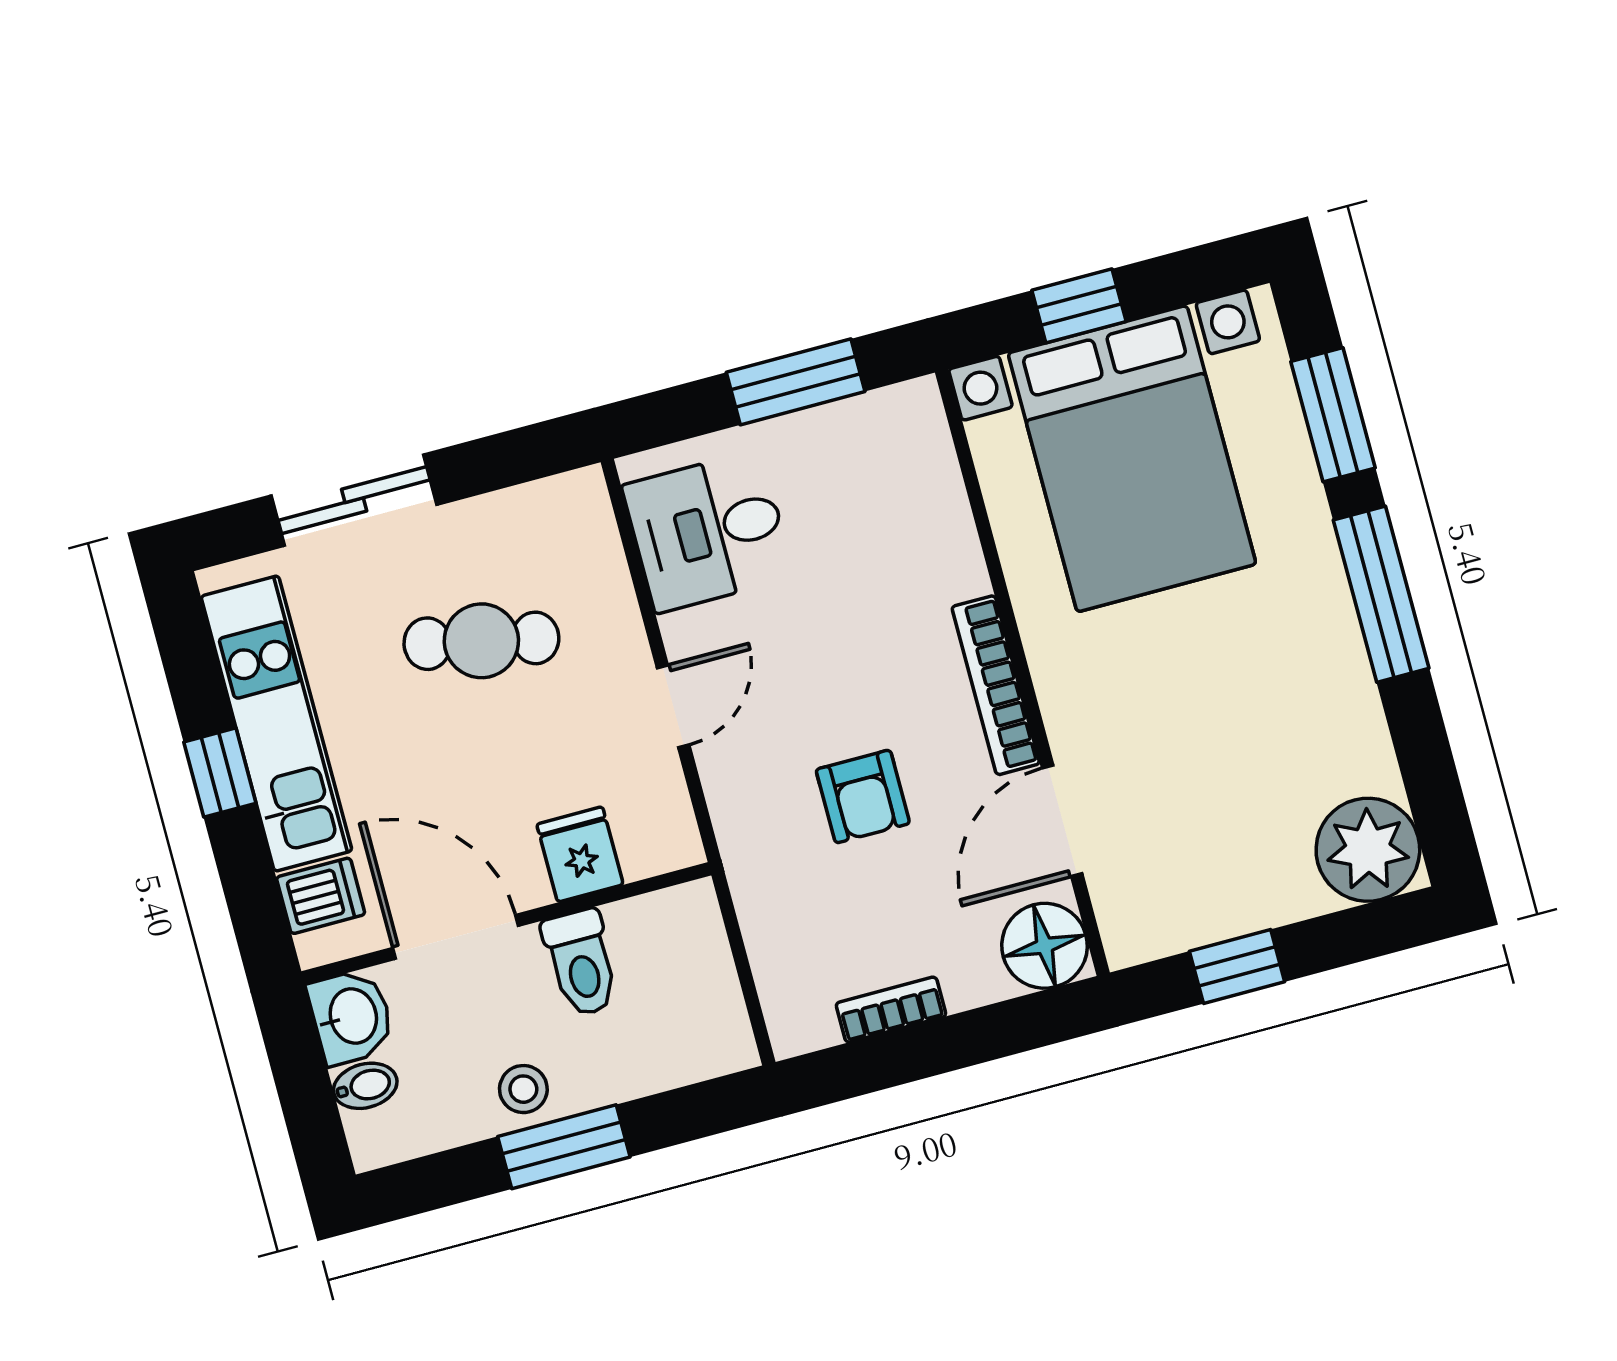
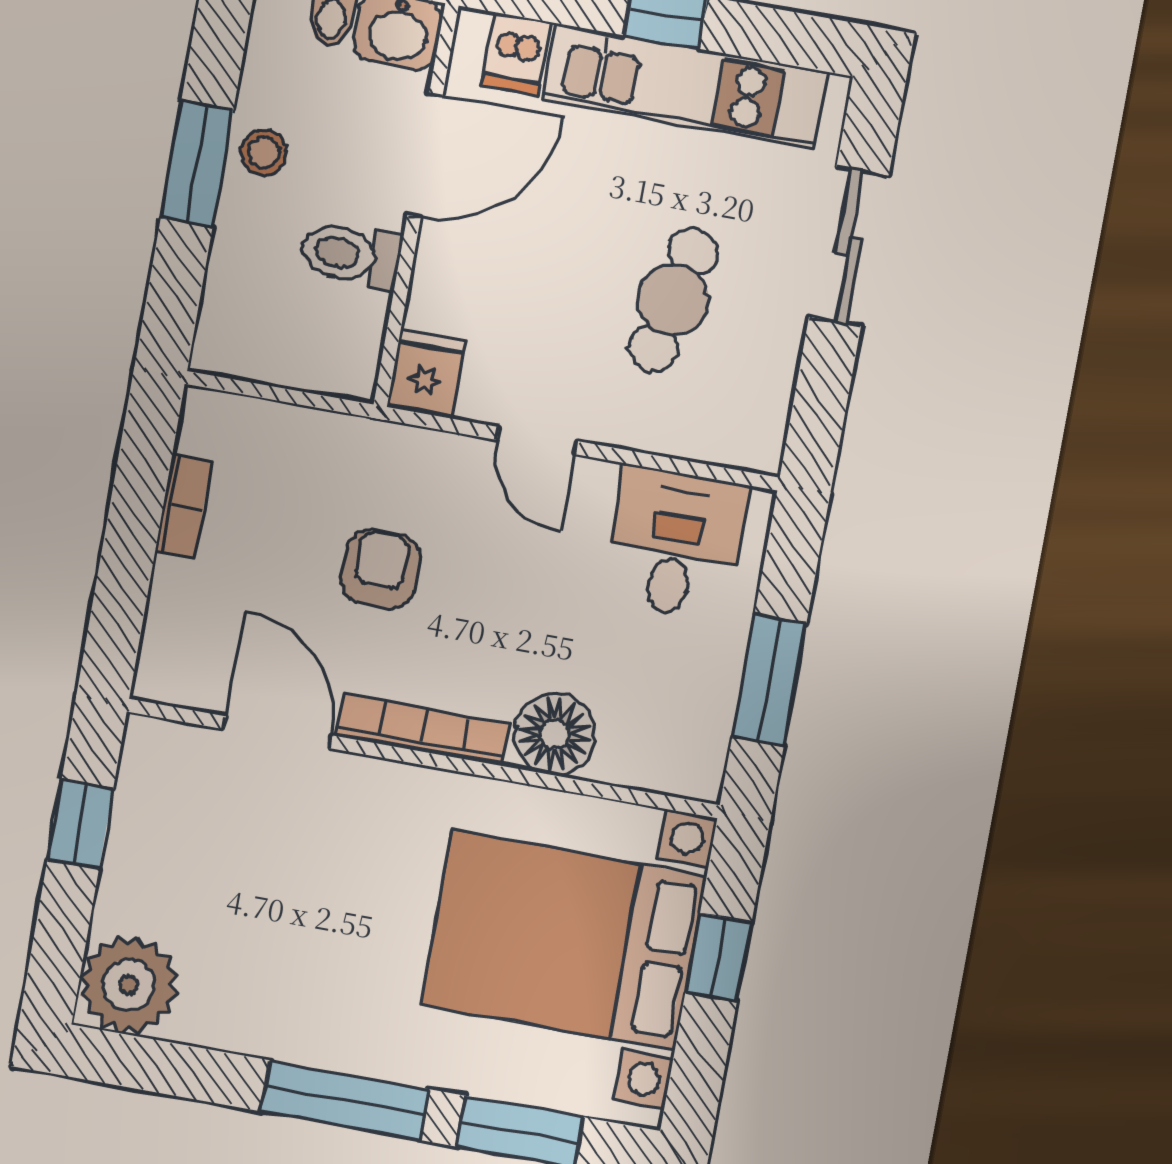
armchair: (863, 796) -> (380, 569), turned 90
fridge: (580, 854) -> (426, 374), moved, turned -90
floor lamp: (1045, 946) -> (555, 734), moved

